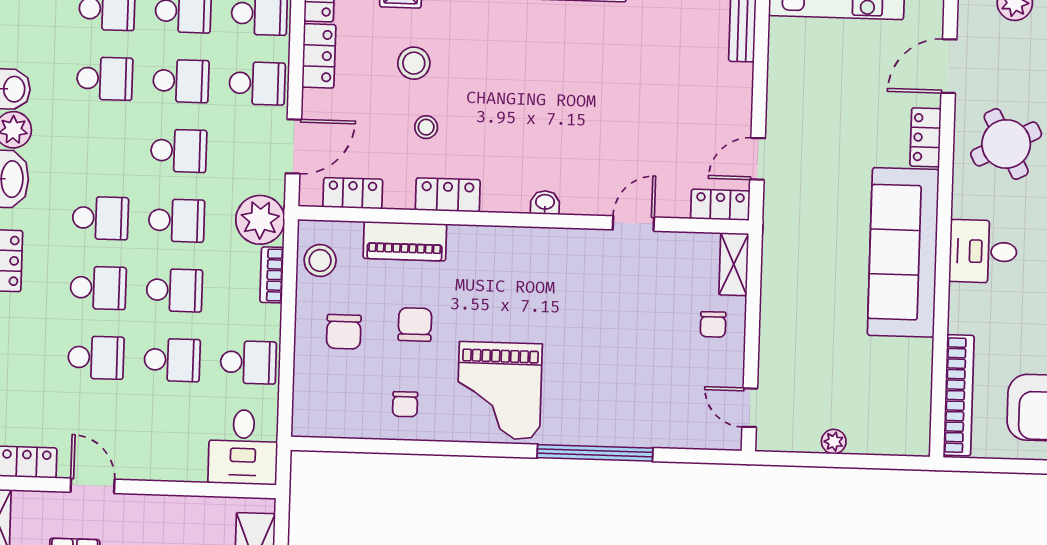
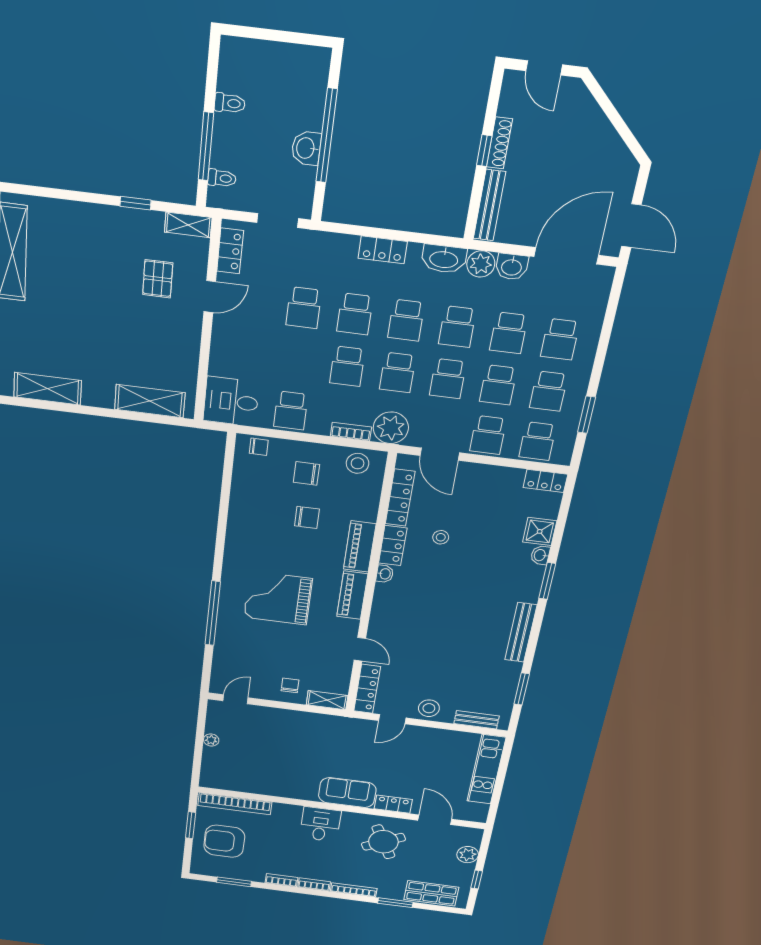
locker: (319, 56) -> (501, 476), removed
stool: (414, 63) -> (429, 708), moved
door: (758, 159) -> (392, 719), swing flipped
locker: (353, 193) -> (400, 498), width x1.53
washbasin: (545, 203) -> (385, 574), moved
locker: (720, 205) -> (367, 689), width x1.53
piano: (405, 241) -> (360, 547), moved
piano: (539, 245) -> (352, 595), added
sofa: (903, 252) -> (347, 793), width x0.54, depth x0.79
chair: (713, 324) -> (290, 685), turned 90
school desk: (172, 360) -> (457, 327), moved
grand piano: (499, 391) -> (278, 598), moved
chair: (405, 404) -> (259, 447), moved, turned 180
window: (1013, 466) -> (191, 825), added

